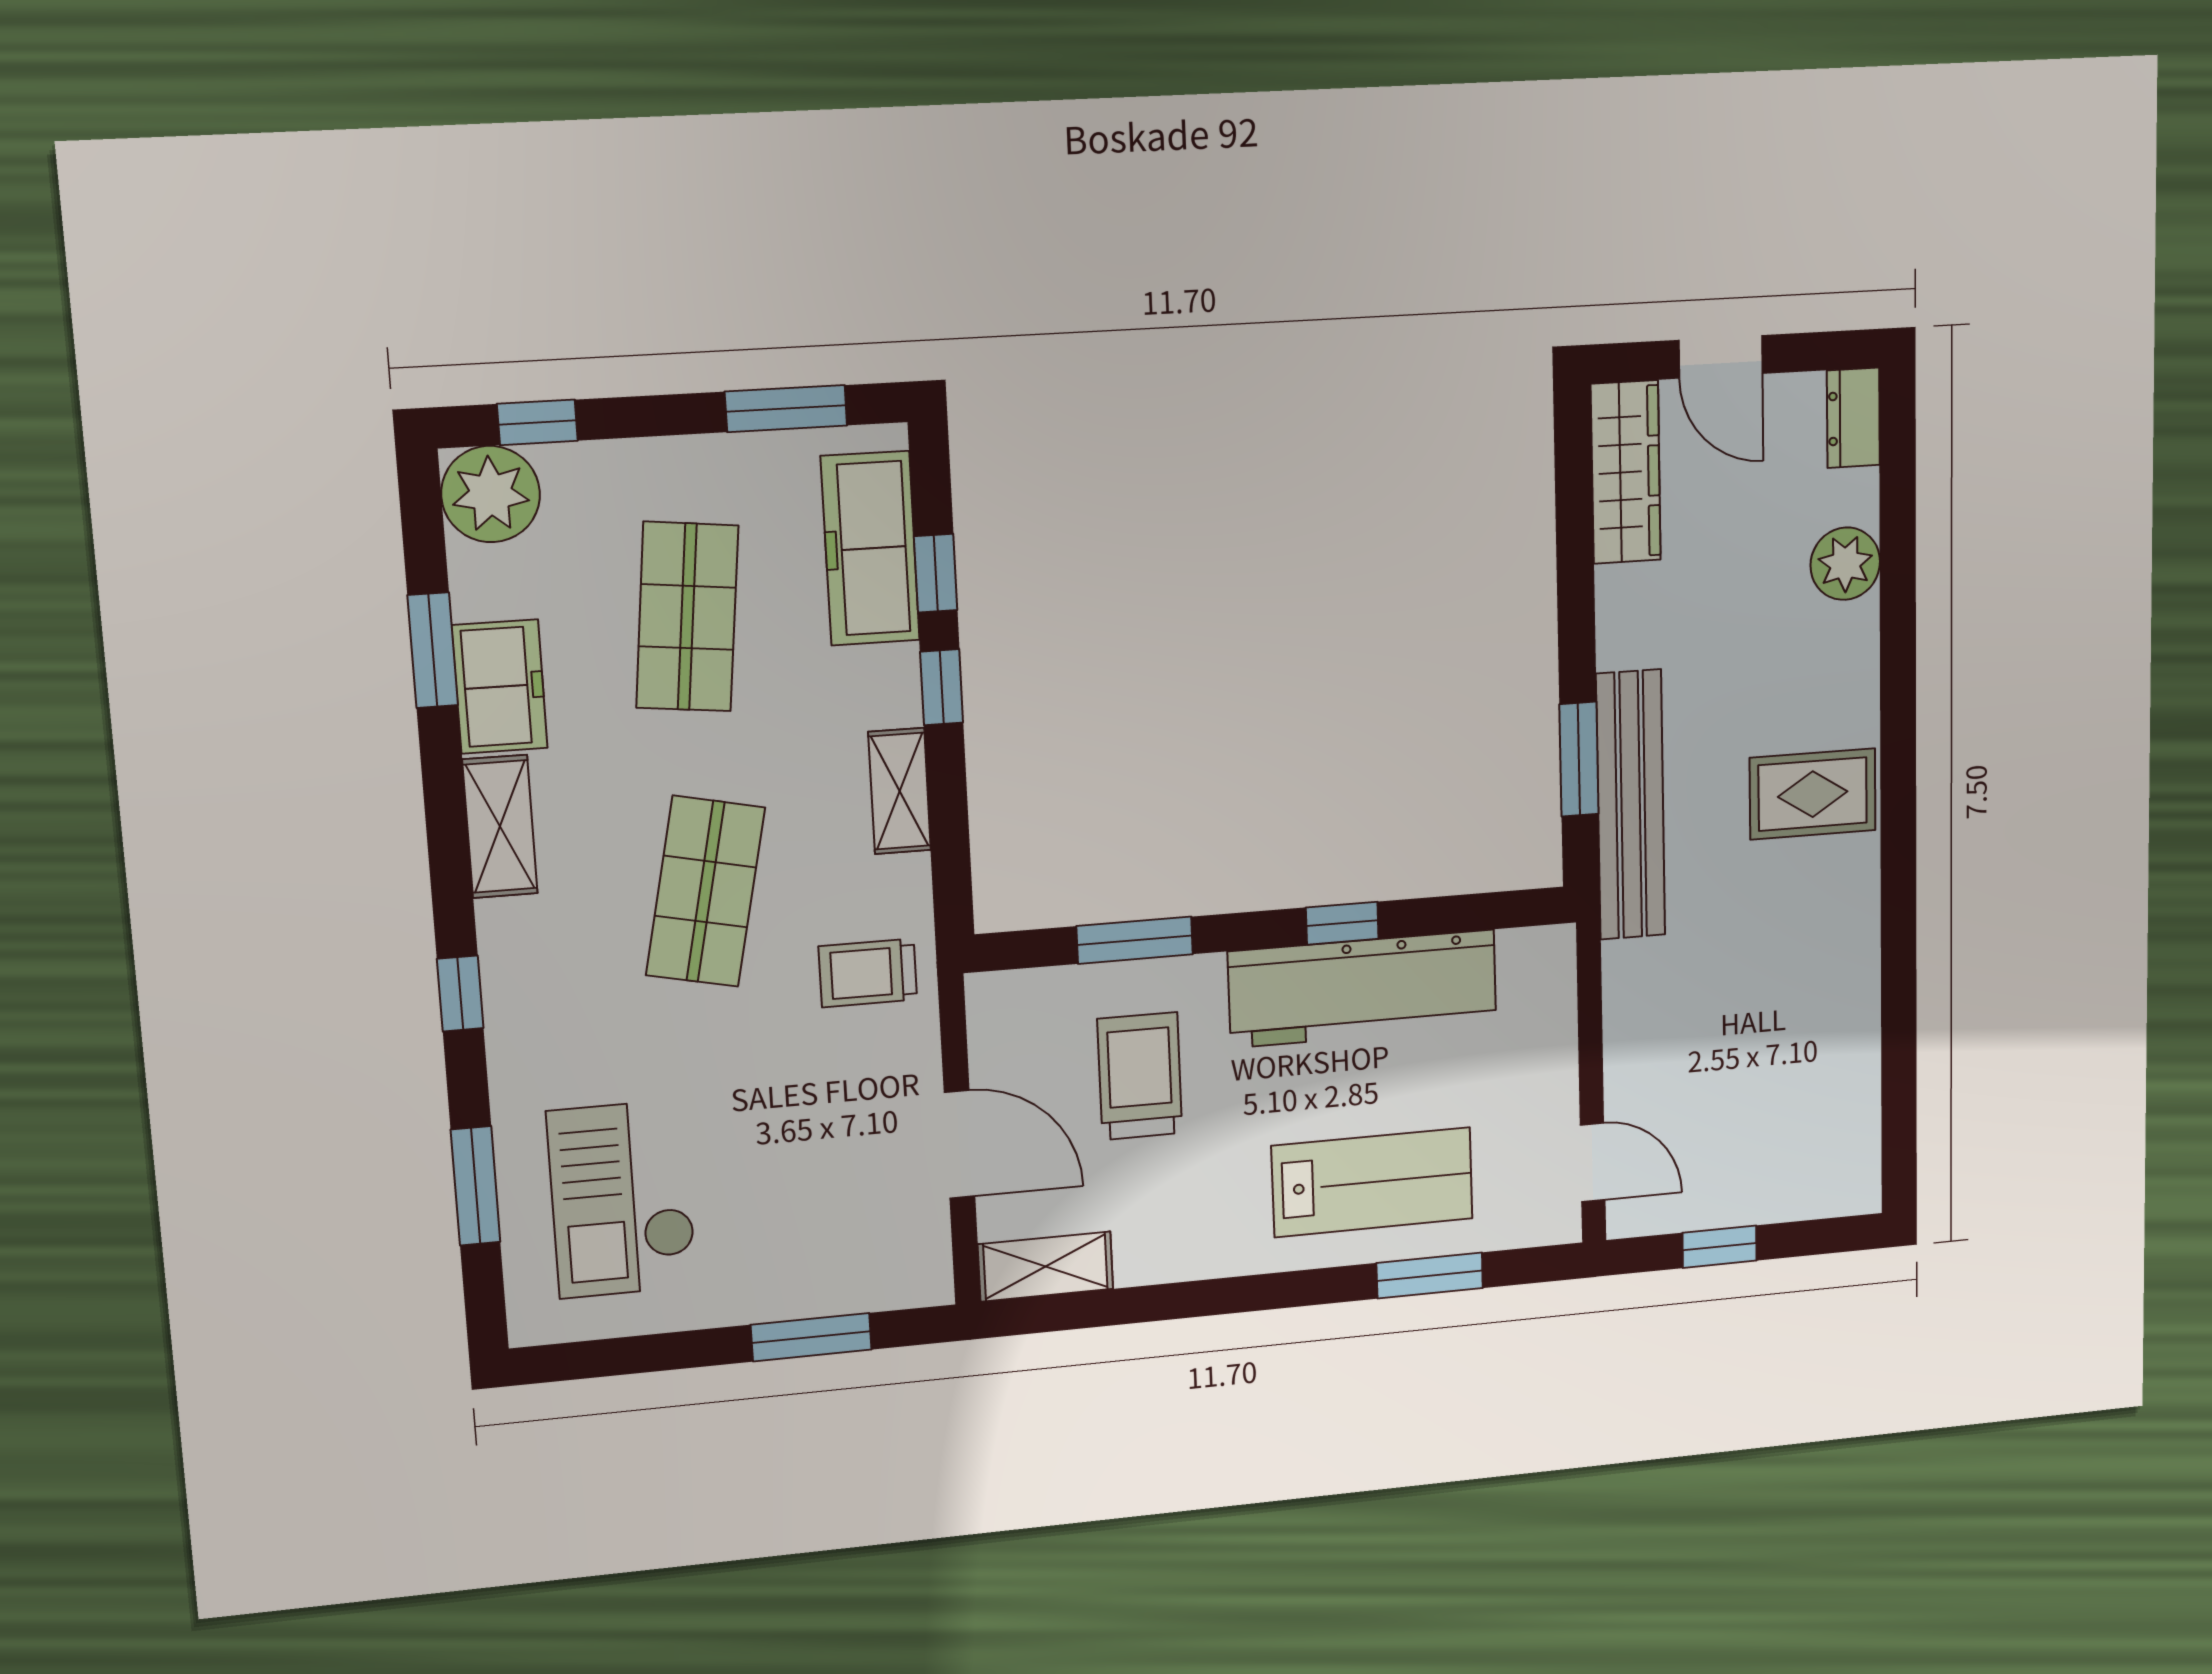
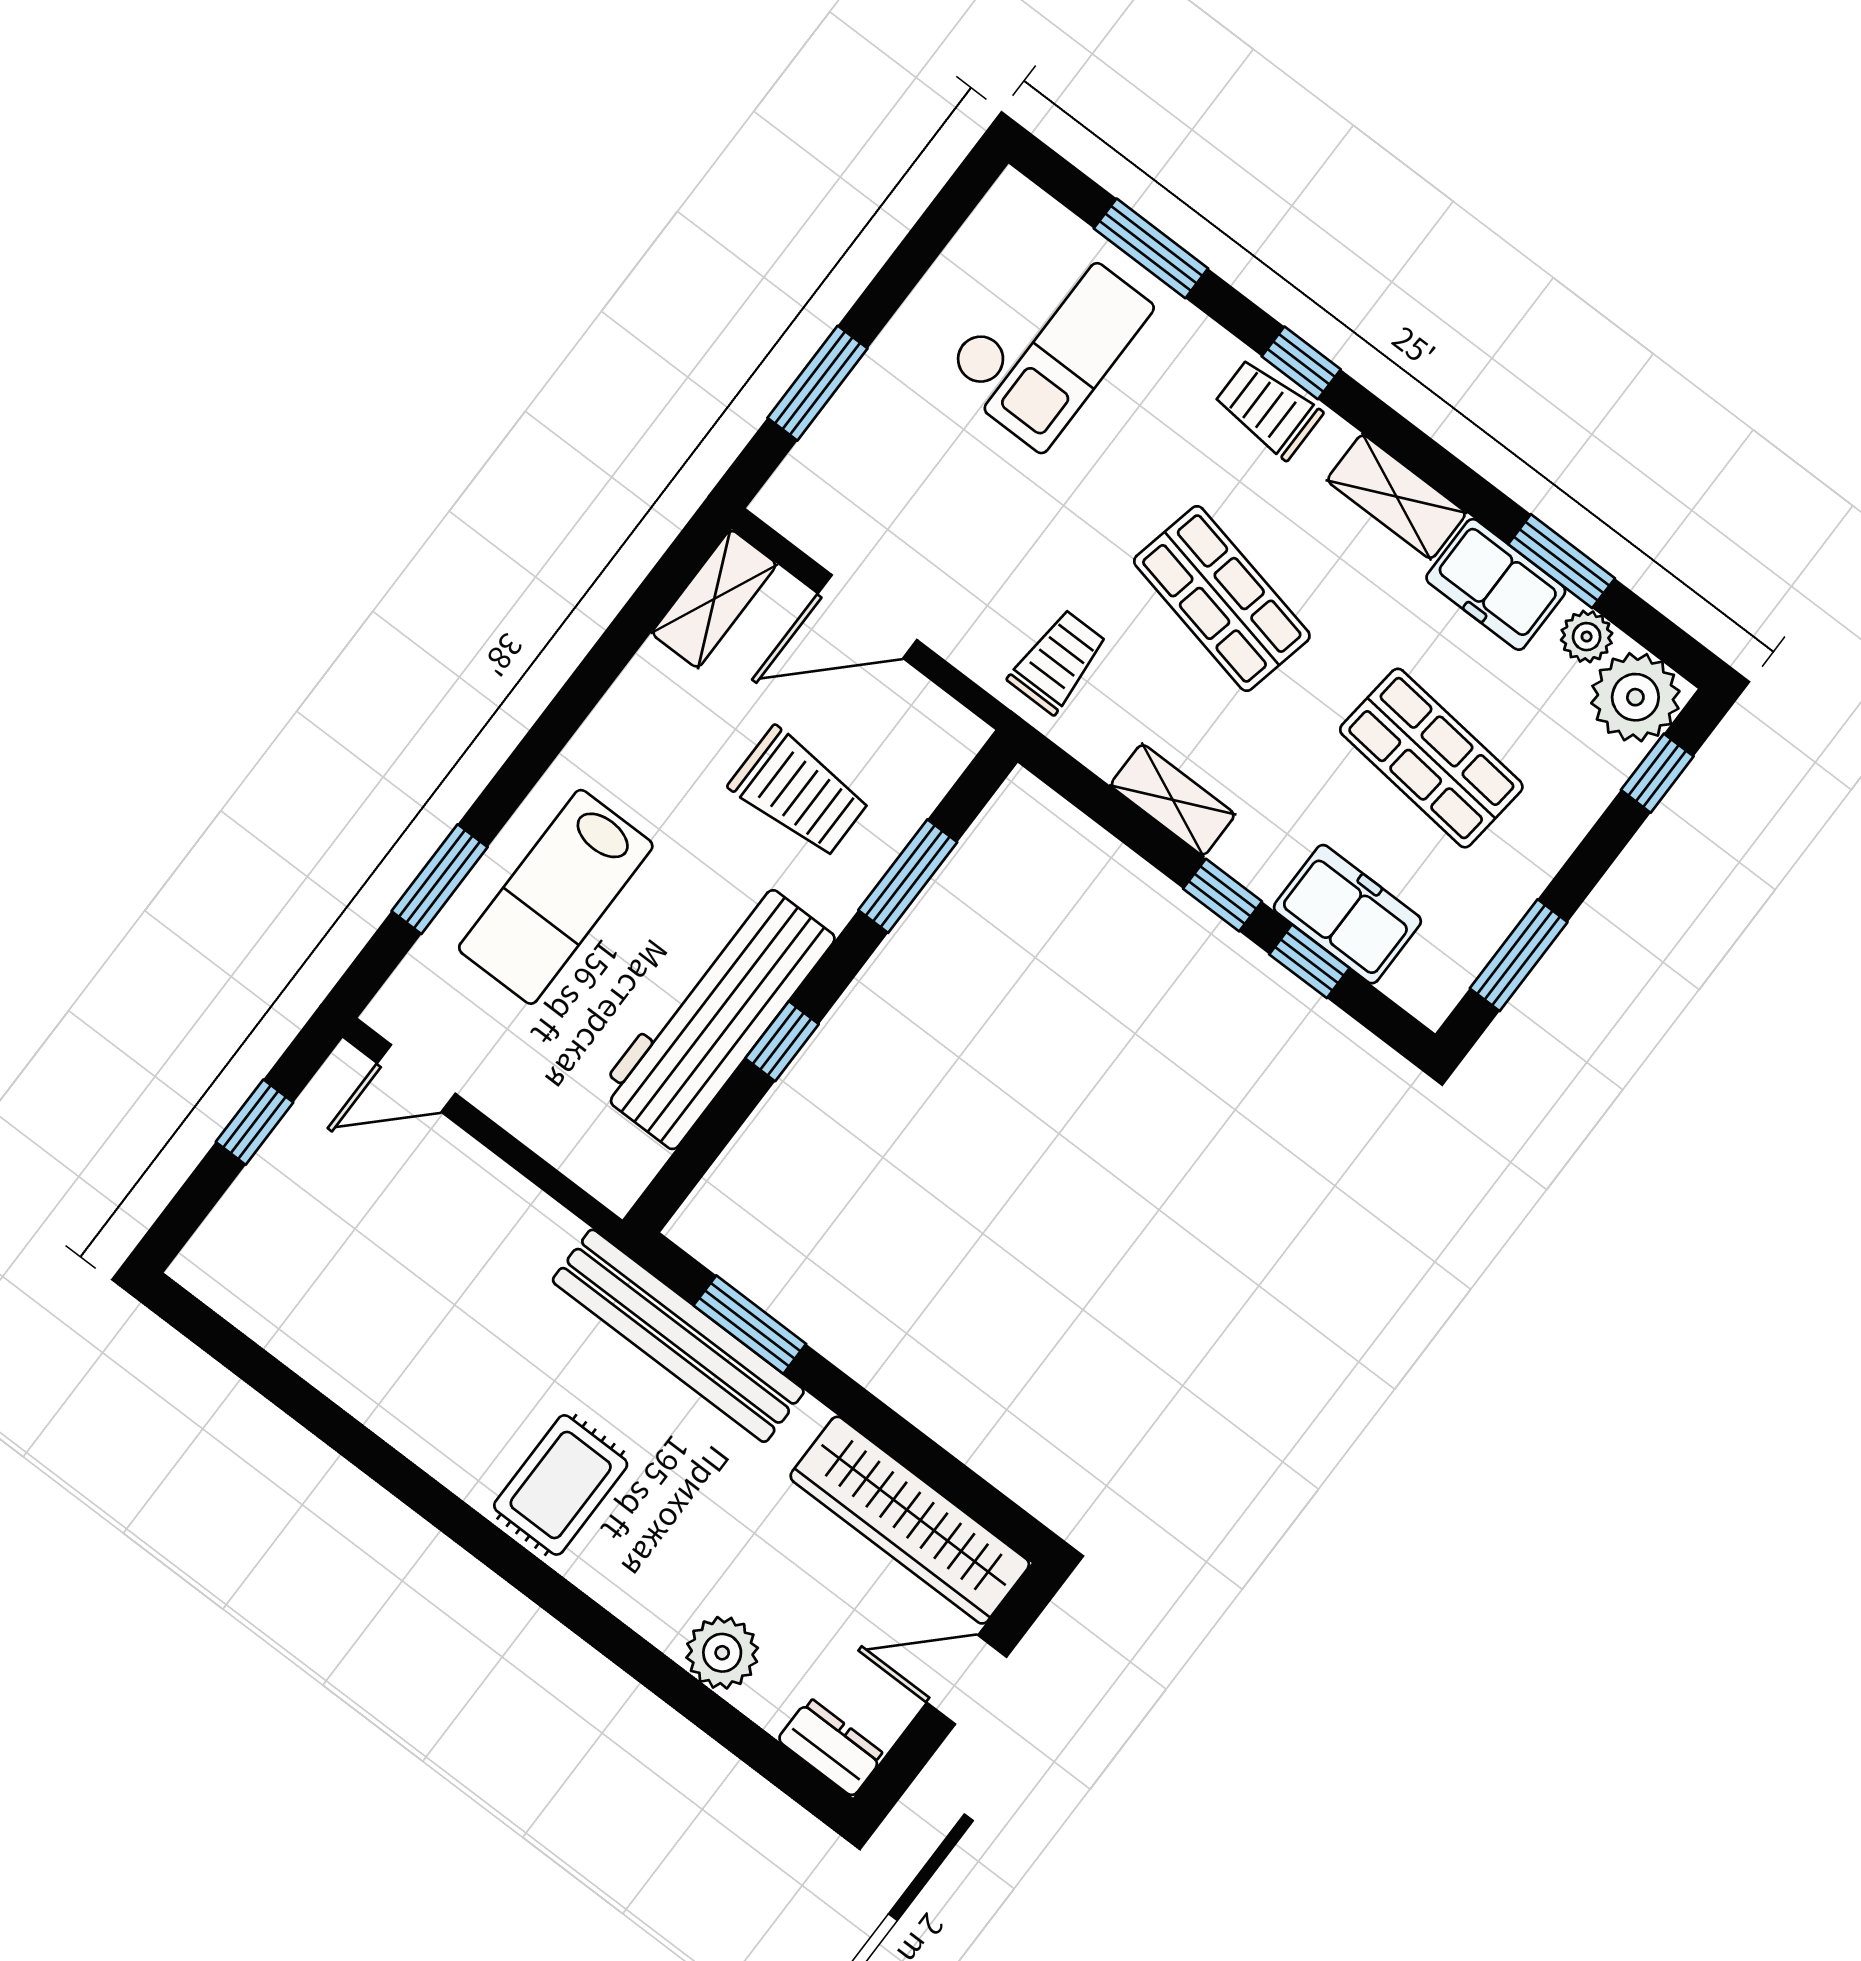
wardrobe: (1626, 472) -> (910, 1520), width x1.40, depth x1.17
freezer: (870, 548) -> (1347, 914), width x0.71
plant: (476, 577) -> (1587, 637), added
trolley: (521, 987) -> (1268, 409), added
checkout: (622, 1199) -> (1047, 341), turned 90

